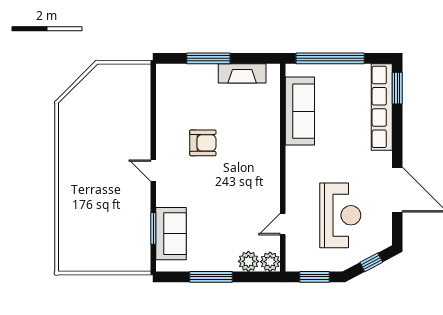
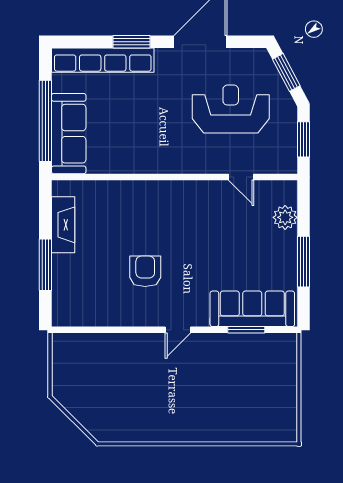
window: (397, 88) -> (132, 42), moved
sofa: (300, 111) -> (69, 134), moved, turned 90
sofa: (171, 234) -> (252, 309), width x1.36
plant: (270, 262) -> (286, 192), removed
window: (371, 262) -> (286, 72), width x1.50

